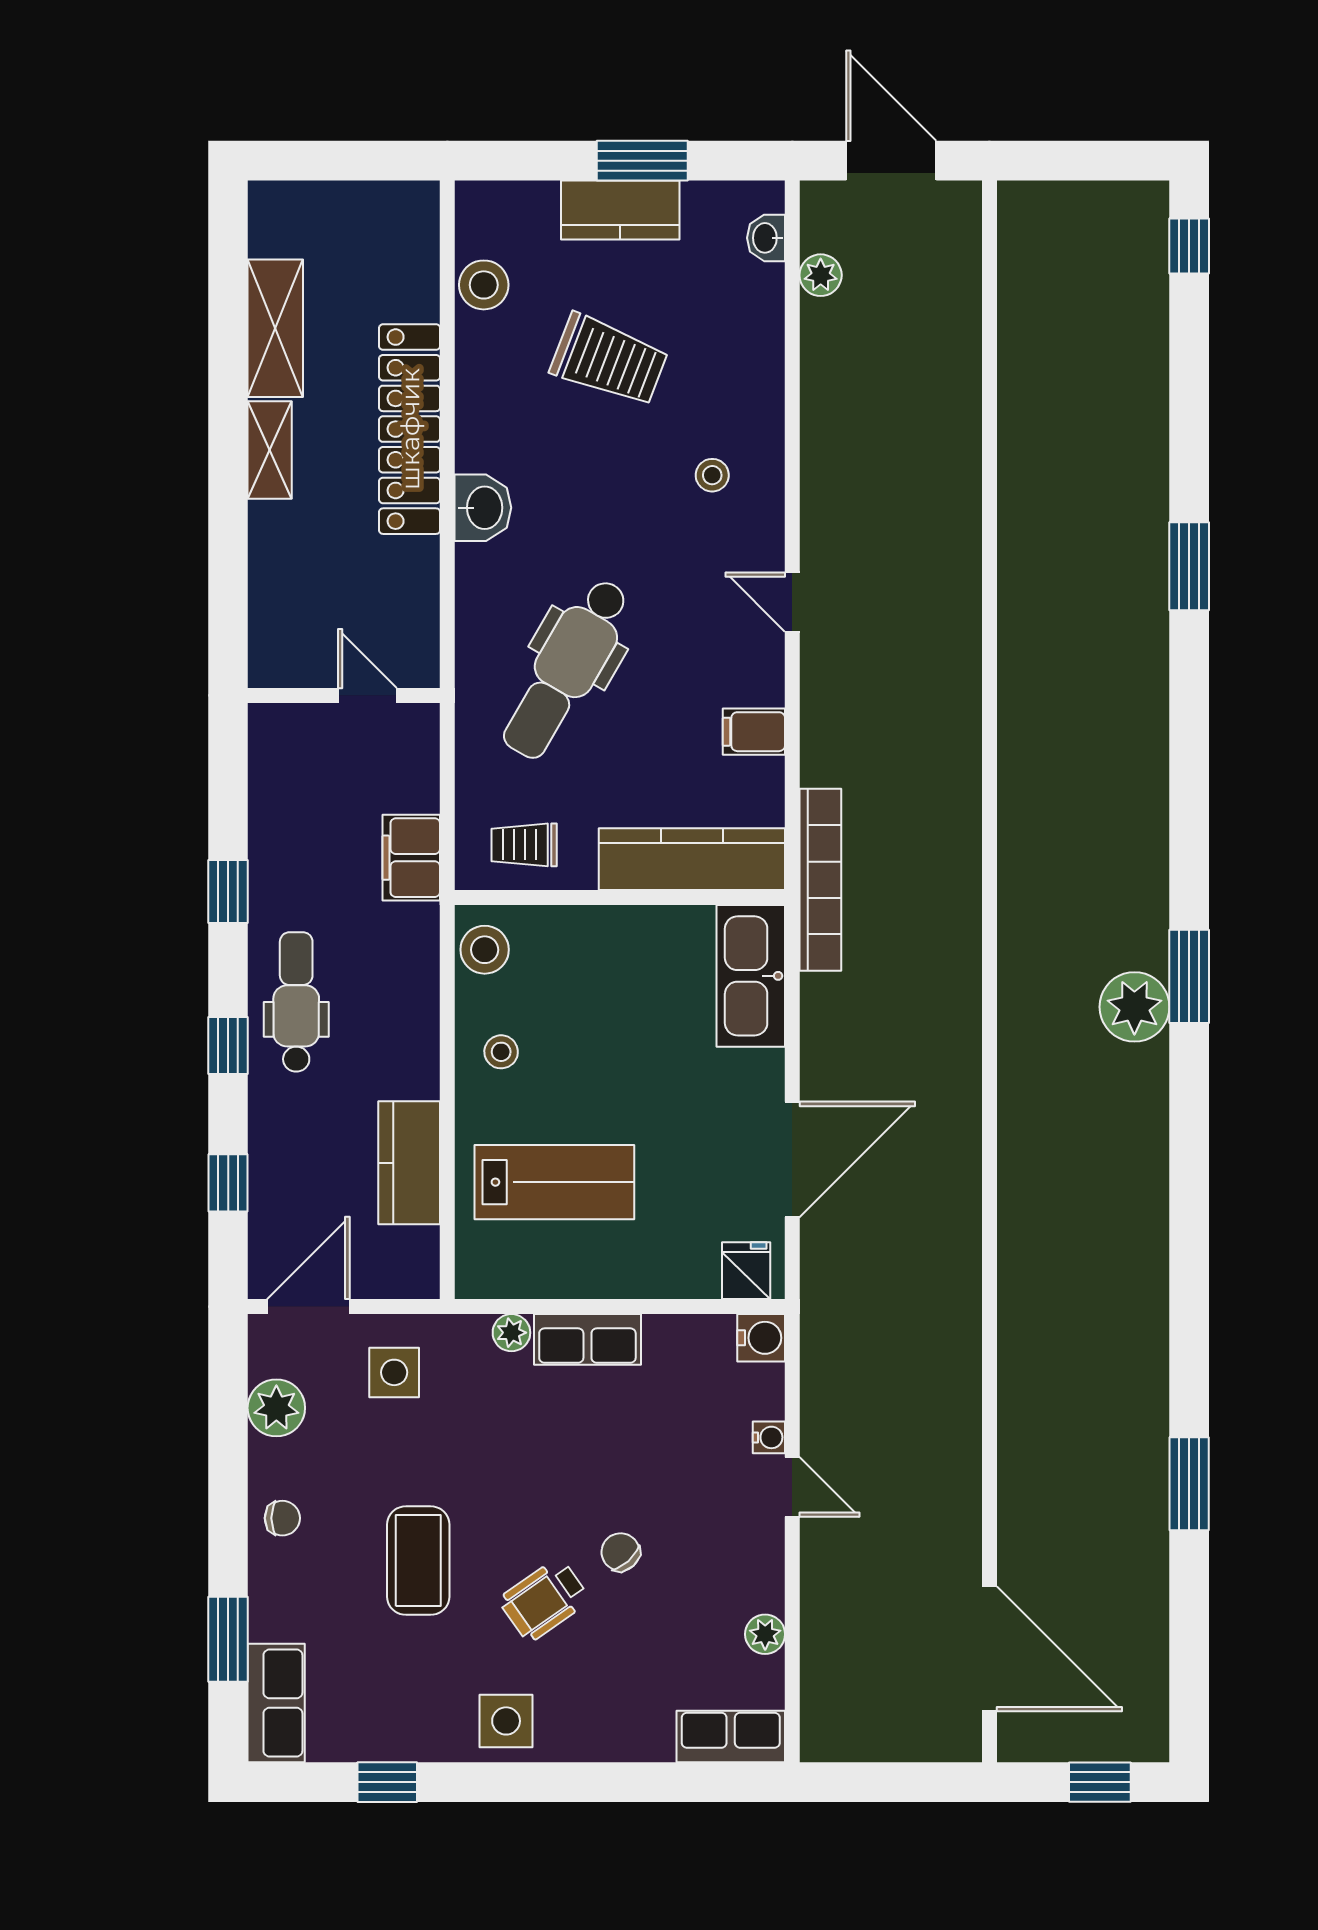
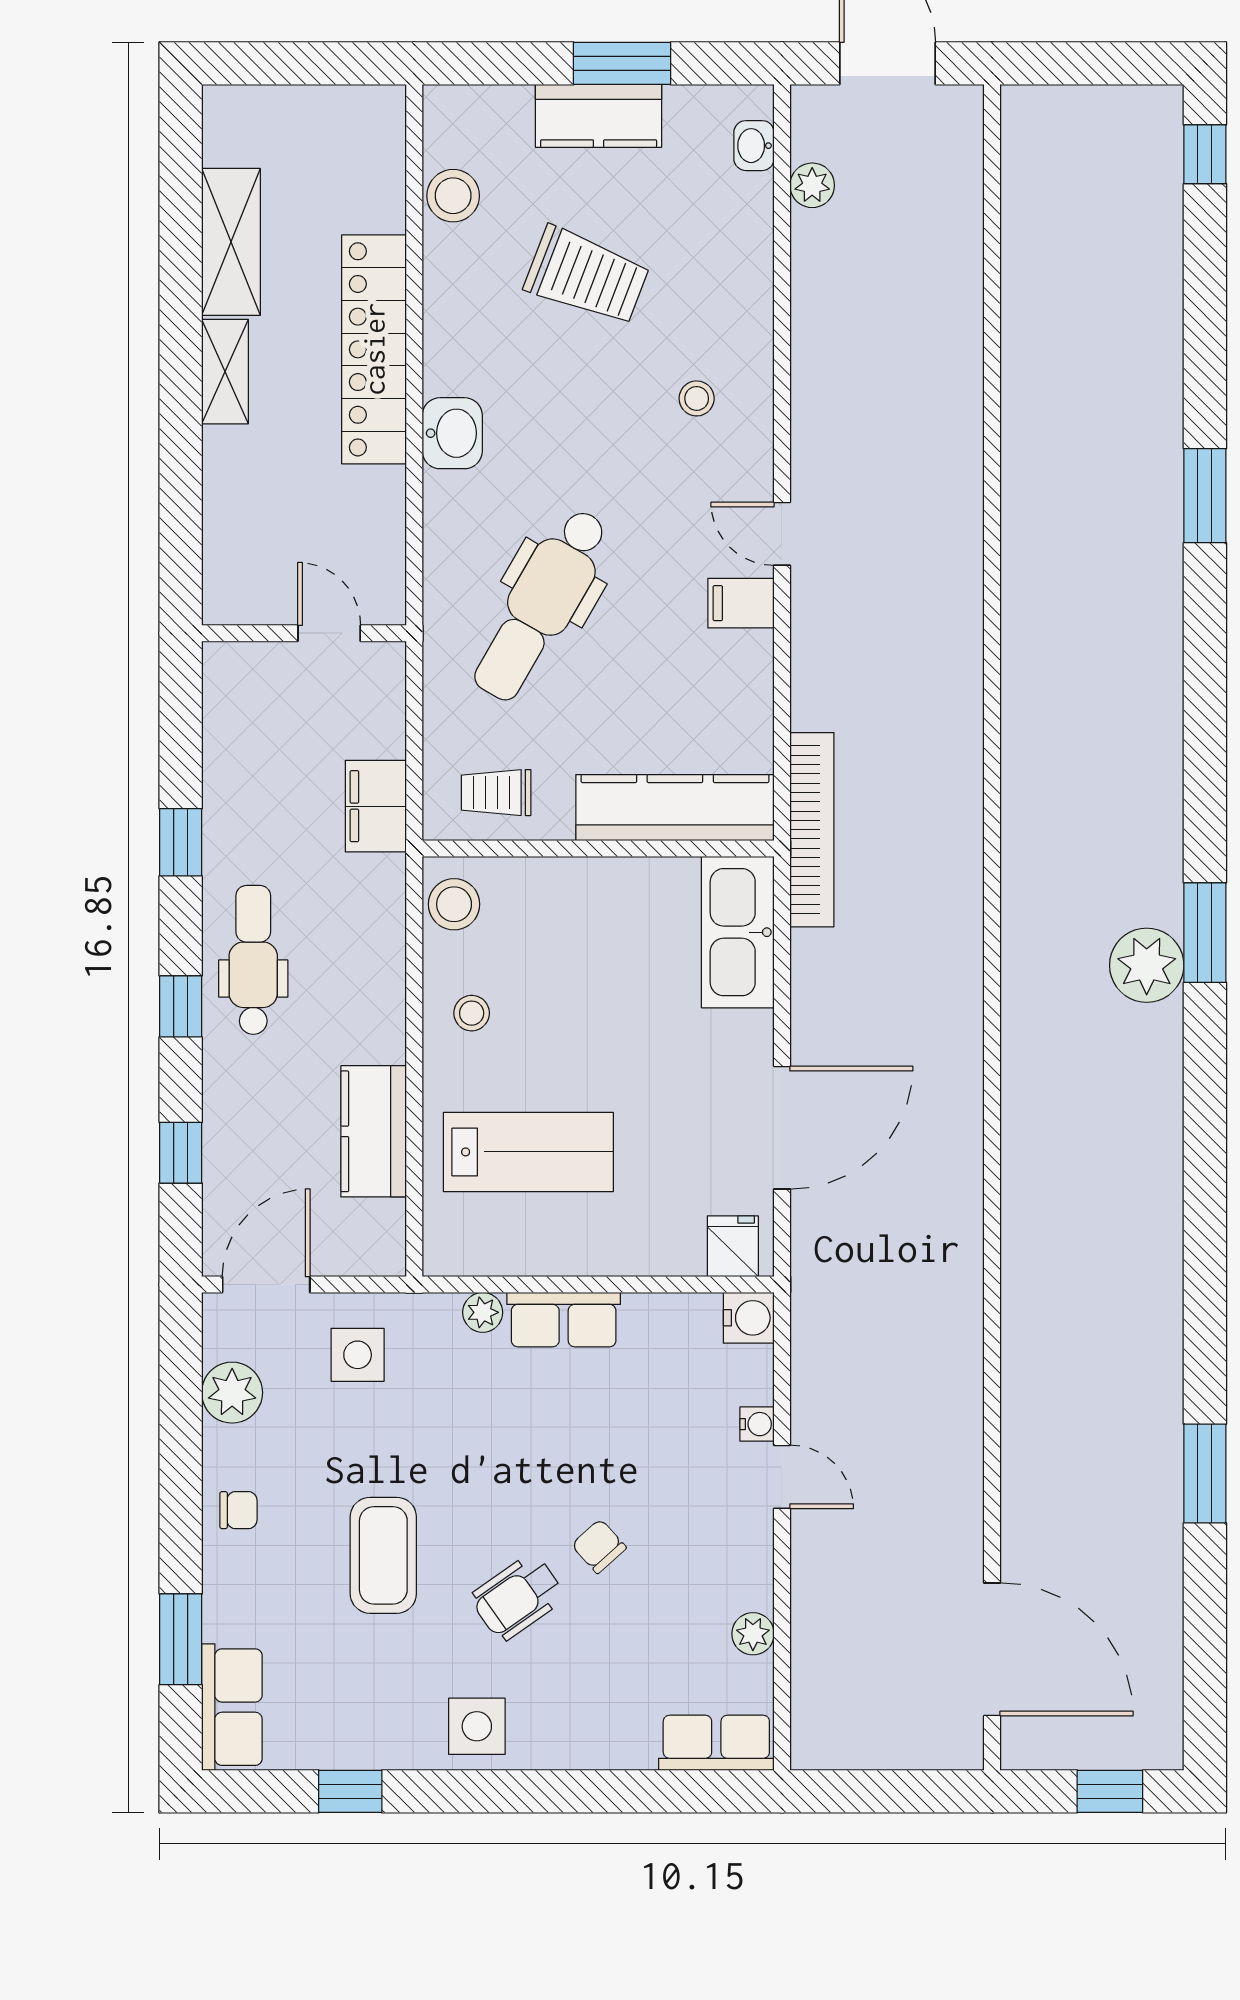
filing cabinet: (754, 732) -> (741, 603), moved

